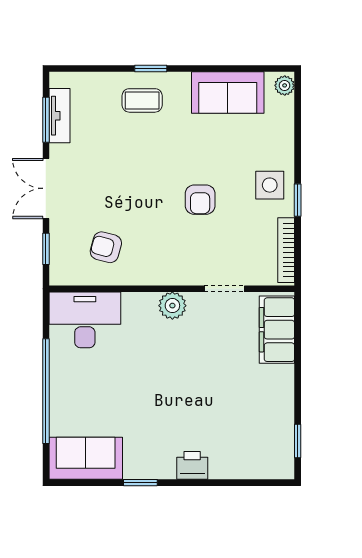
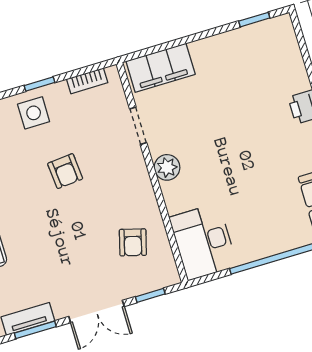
armchair: (200, 200) -> (65, 171), turned 85
bookcase: (286, 250) -> (87, 81), width x0.64

